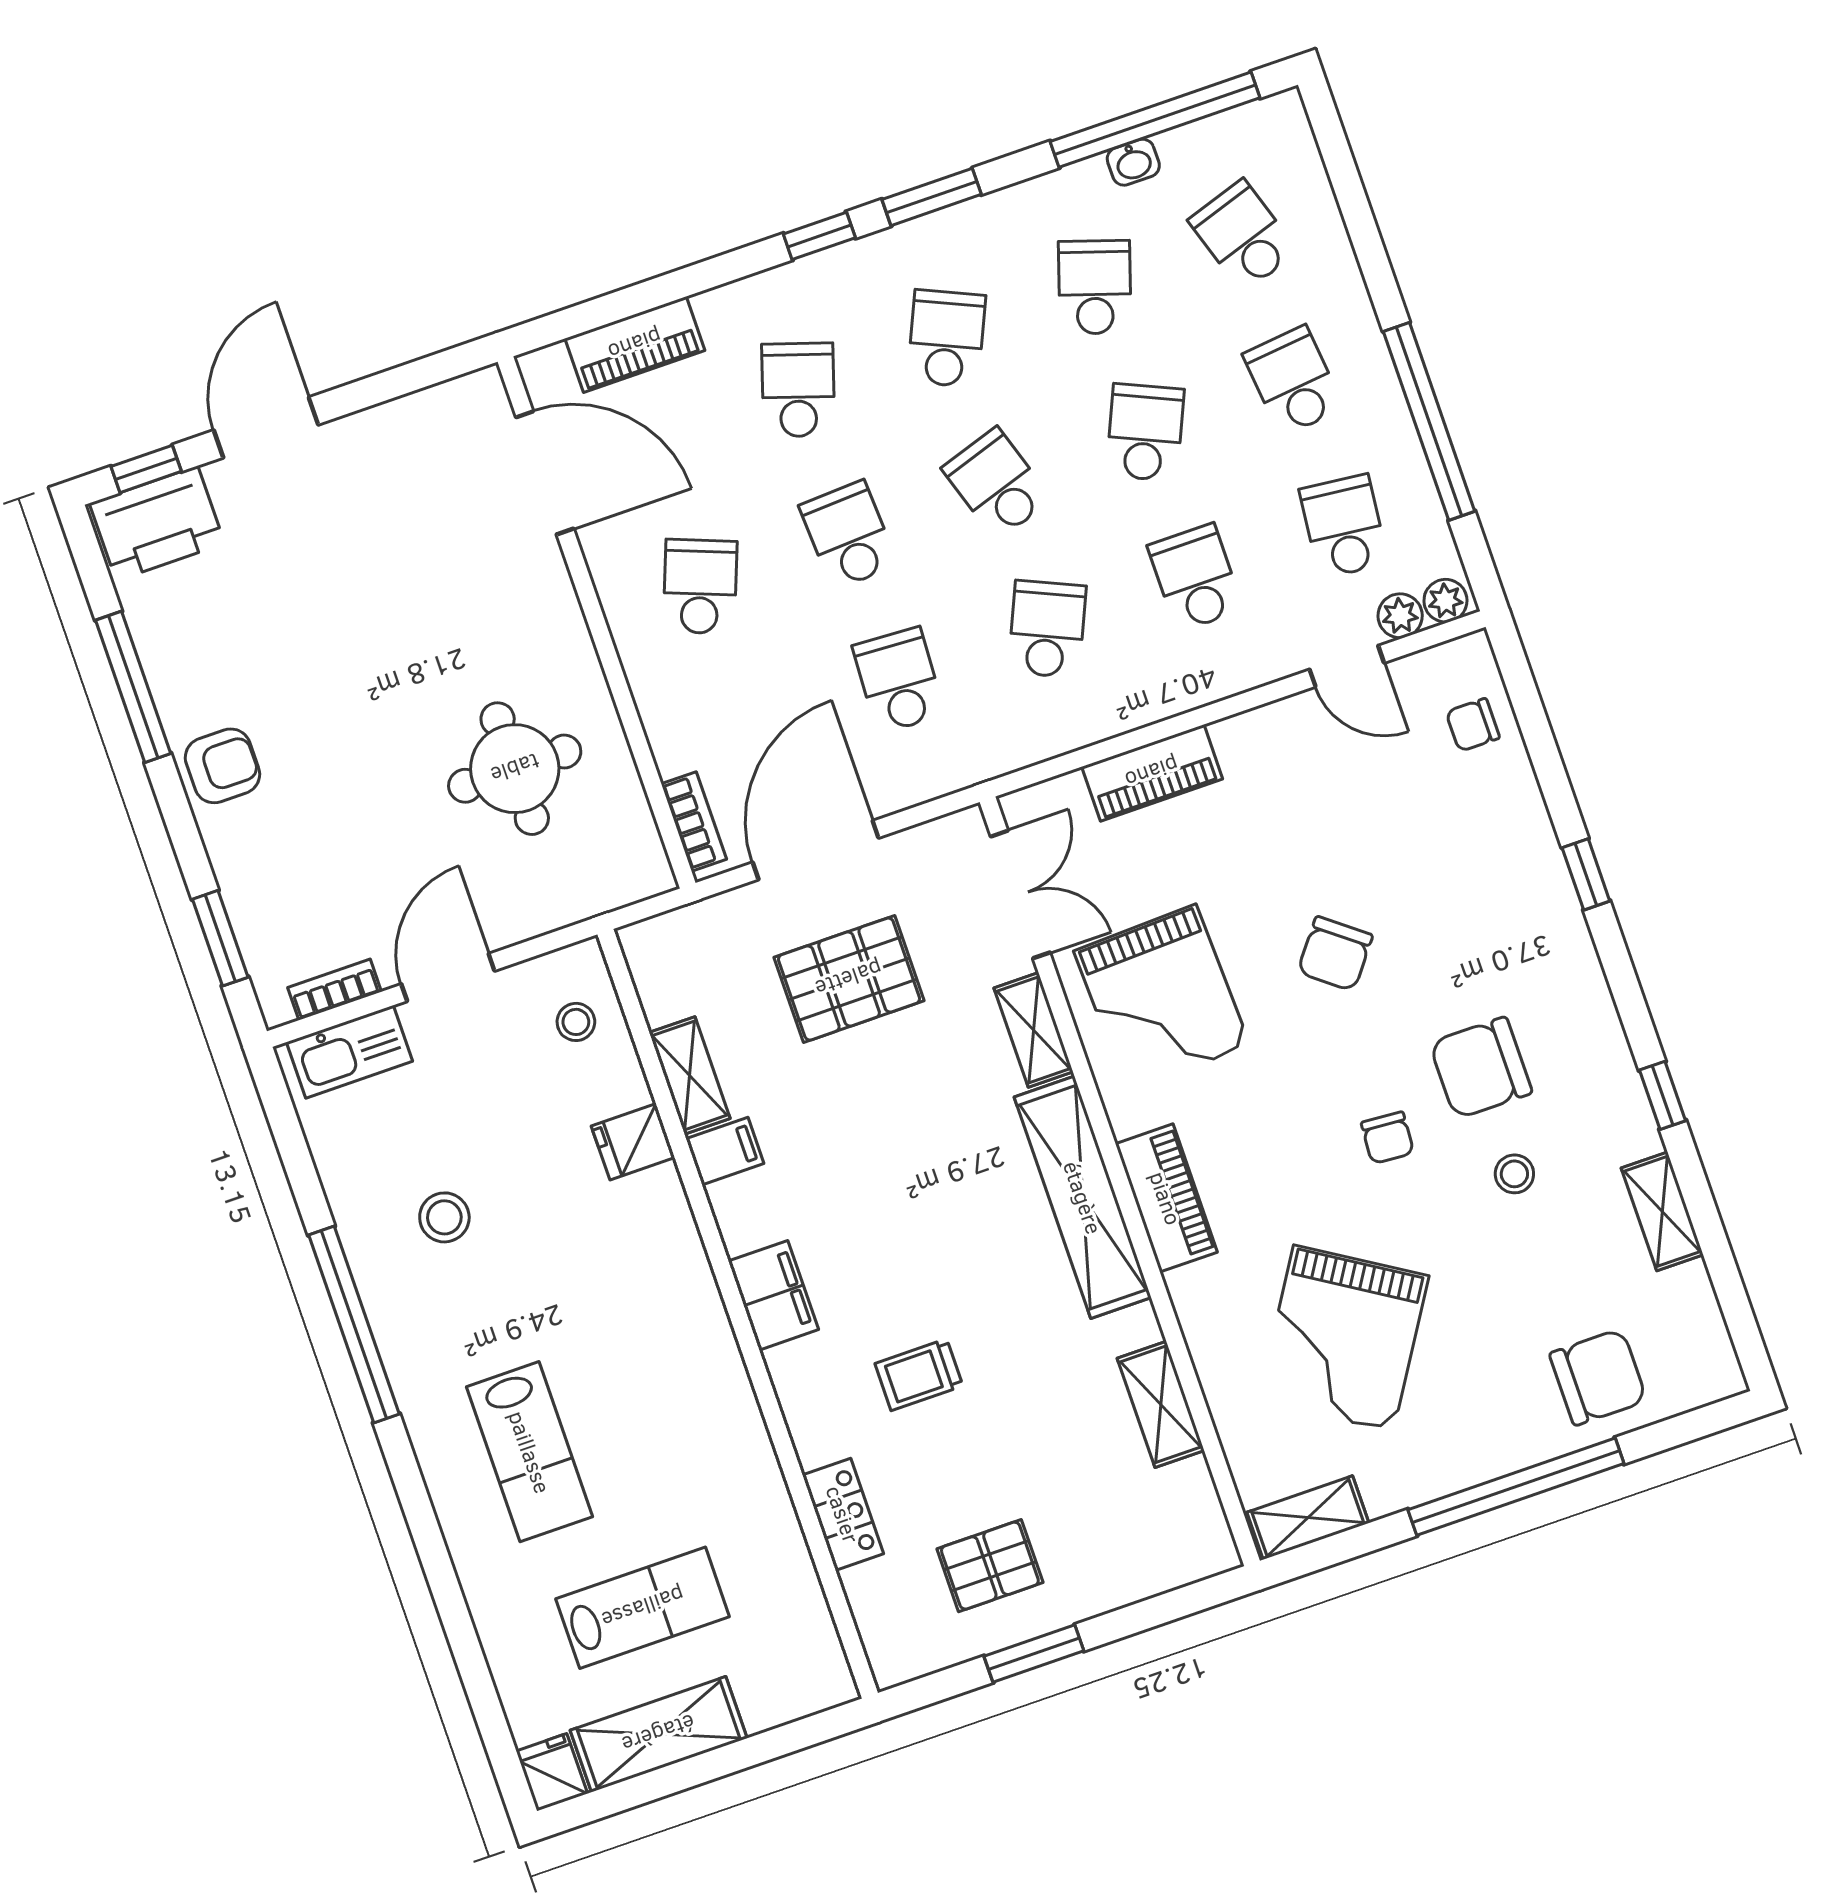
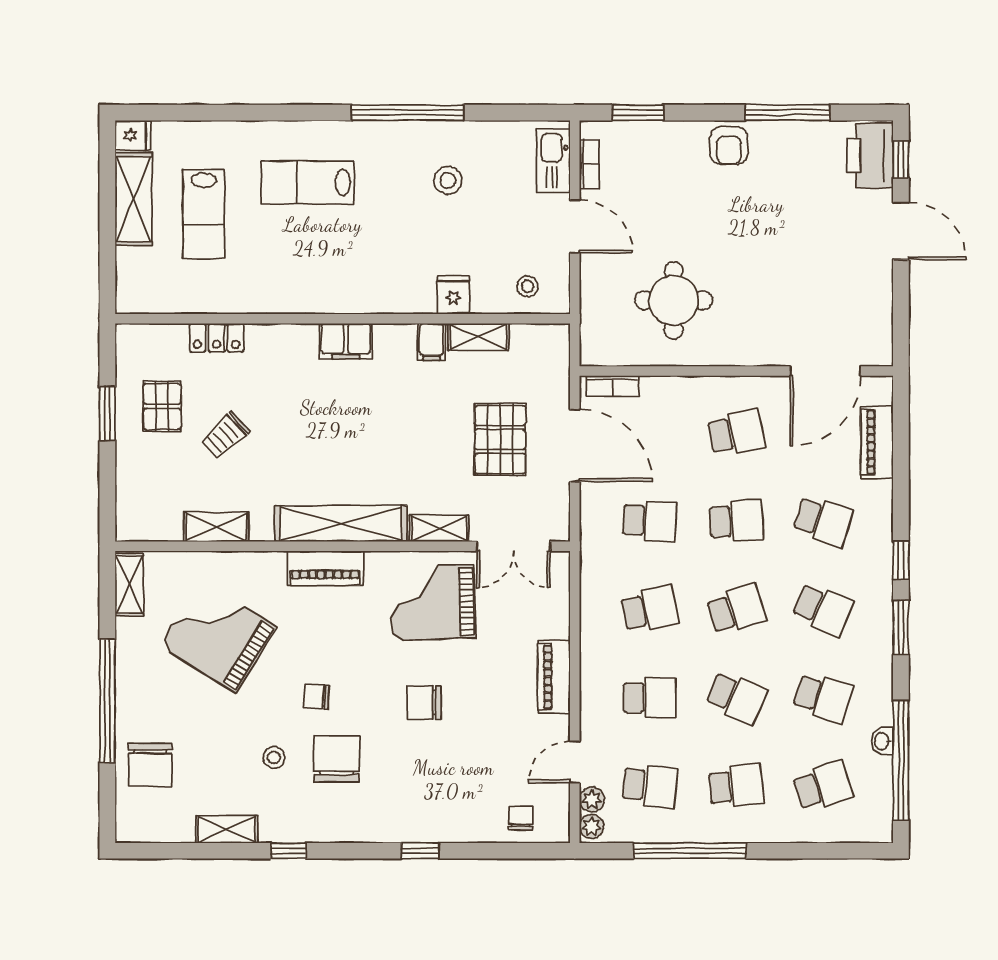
school desk: (700, 587) -> (736, 433), turned -33
school desk: (1047, 629) -> (650, 609), turned -36
piano: (1152, 773) -> (554, 677), moved
chair: (1335, 954) -> (424, 703), turned -38
trolley: (919, 1375) -> (225, 435), moved, turned -133

